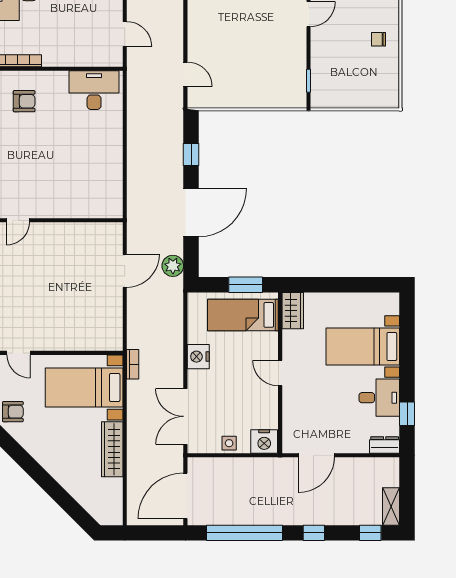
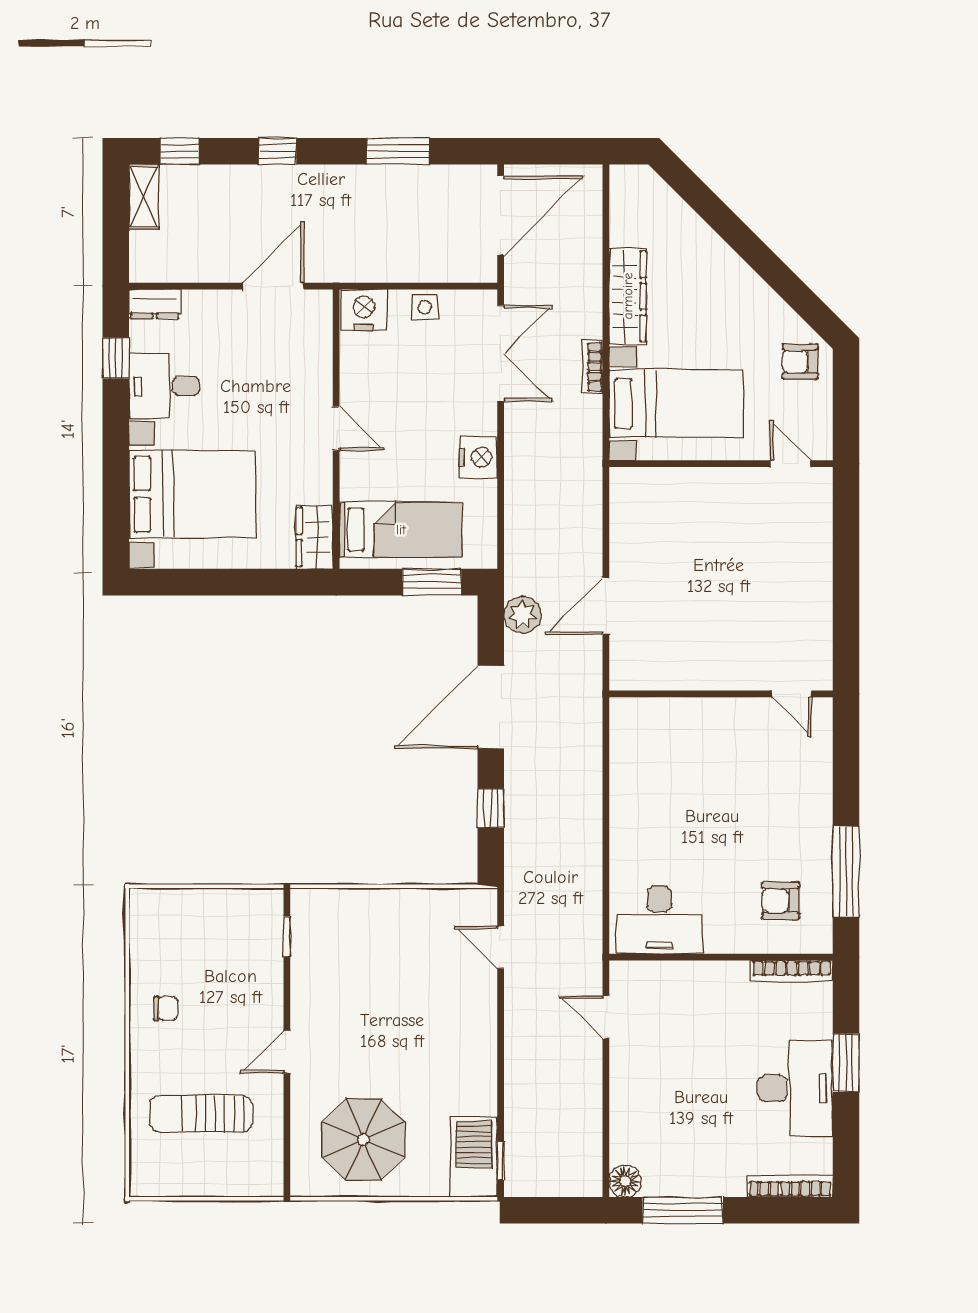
door: (18, 220) -> (792, 694), swing flipped
window: (246, 285) -> (432, 582), moved
bed with nightstands: (363, 346) -> (193, 494), width x1.36
bookcase: (133, 364) -> (592, 367), moved
window: (244, 533) -> (398, 151), width x0.47

